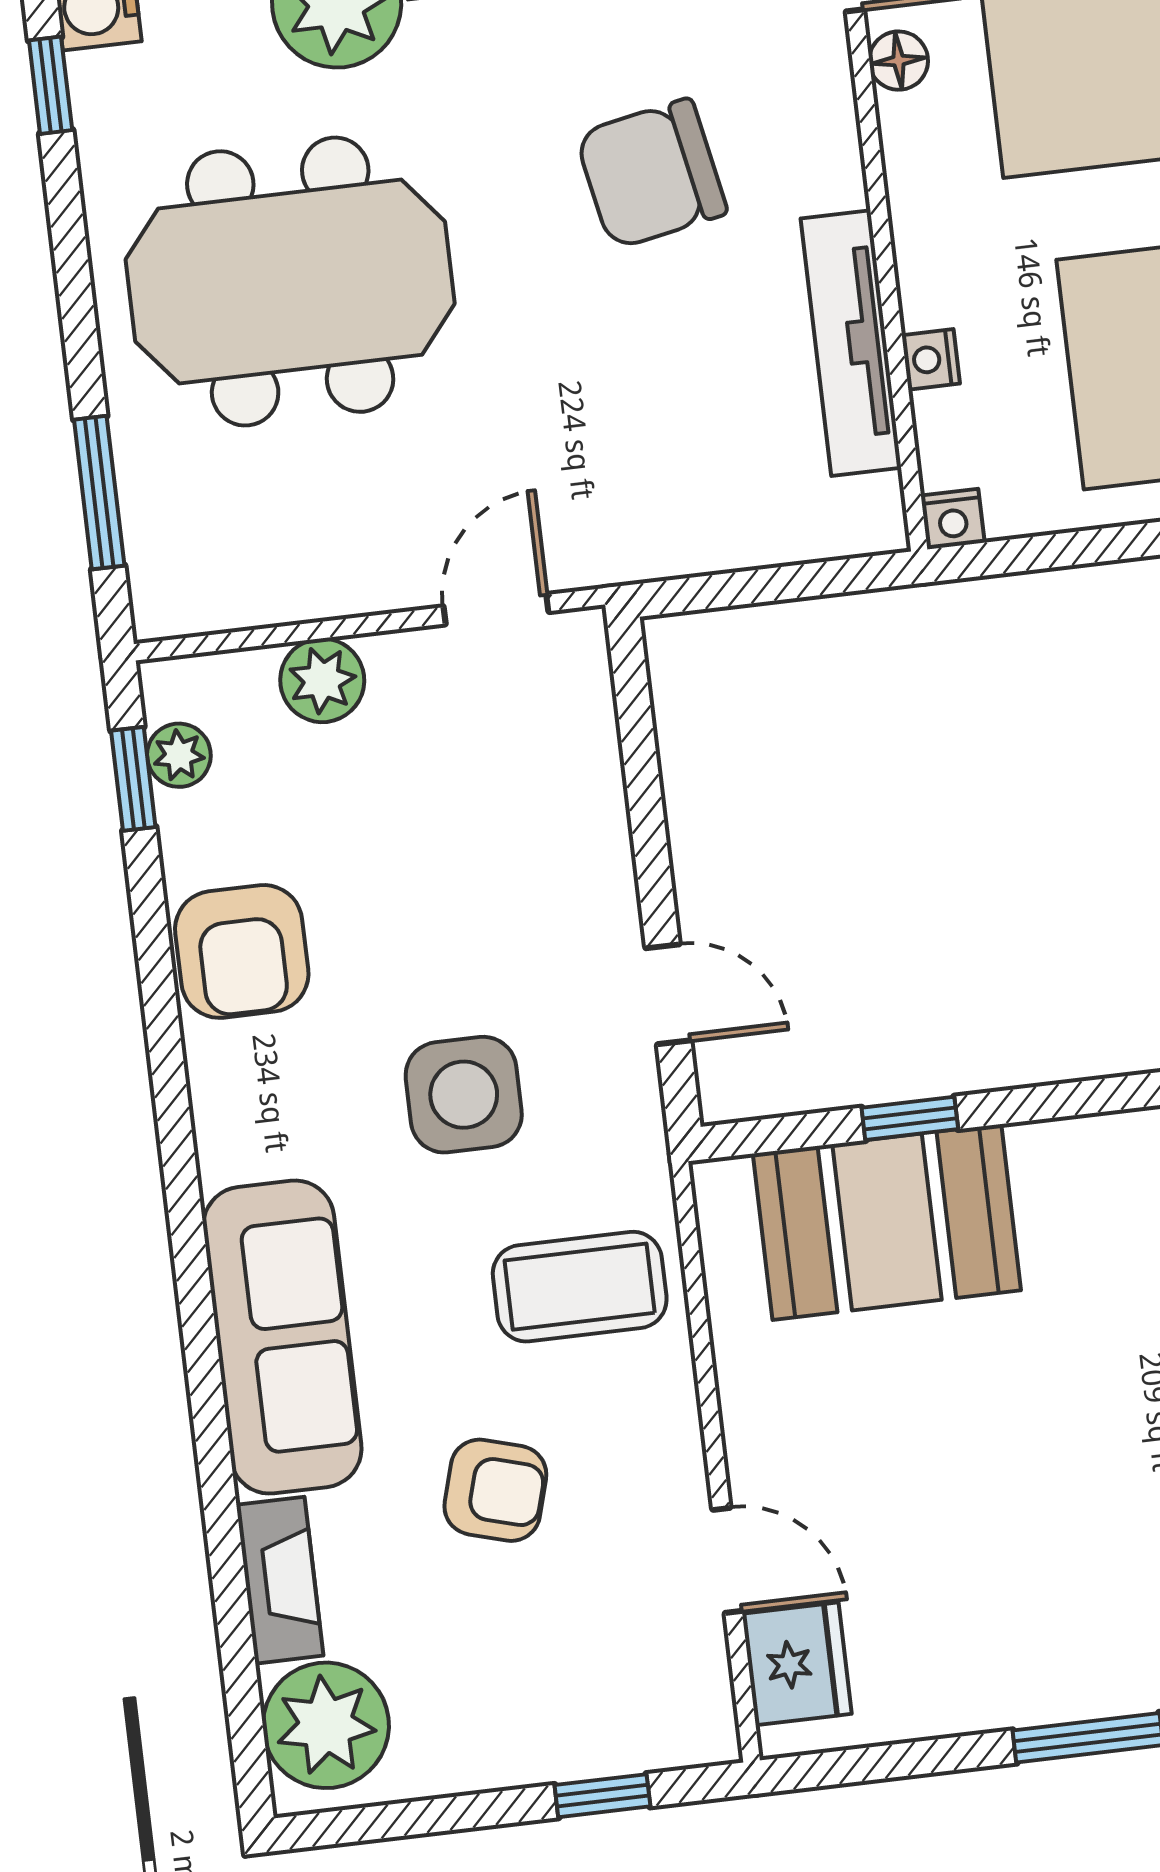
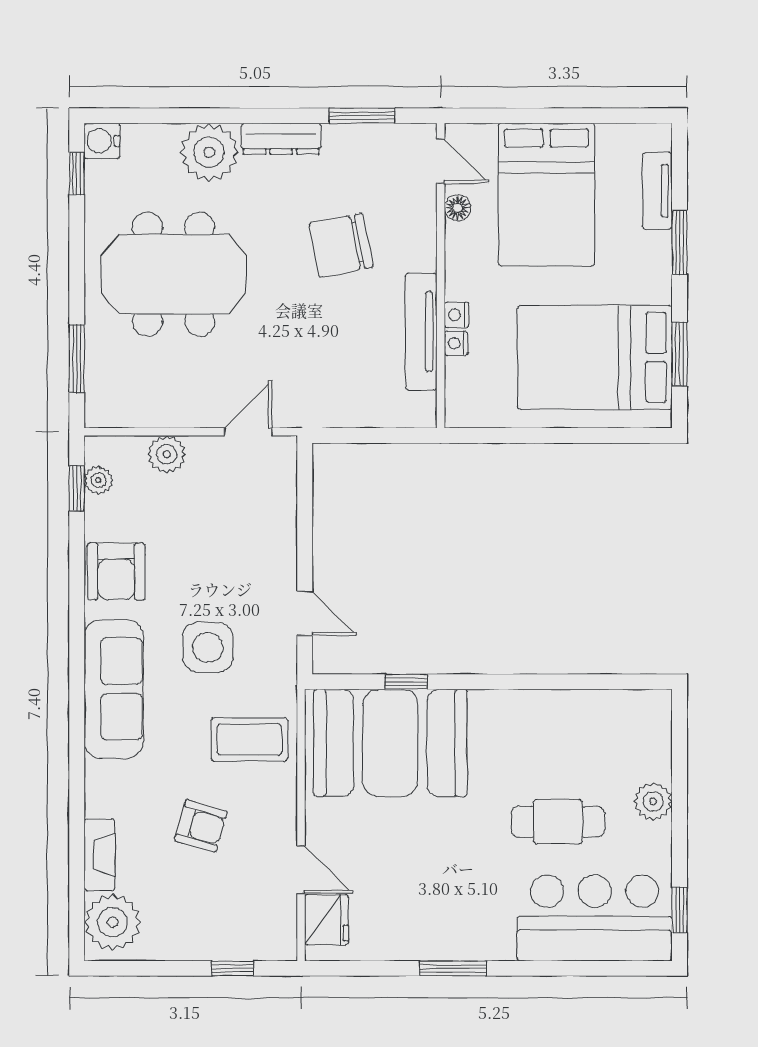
nightstand: (953, 519) -> (457, 315), moved, turned 90
booth: (887, 1222) -> (390, 743), width x1.36, depth x1.42
sofa: (282, 1337) -> (114, 689), moved

